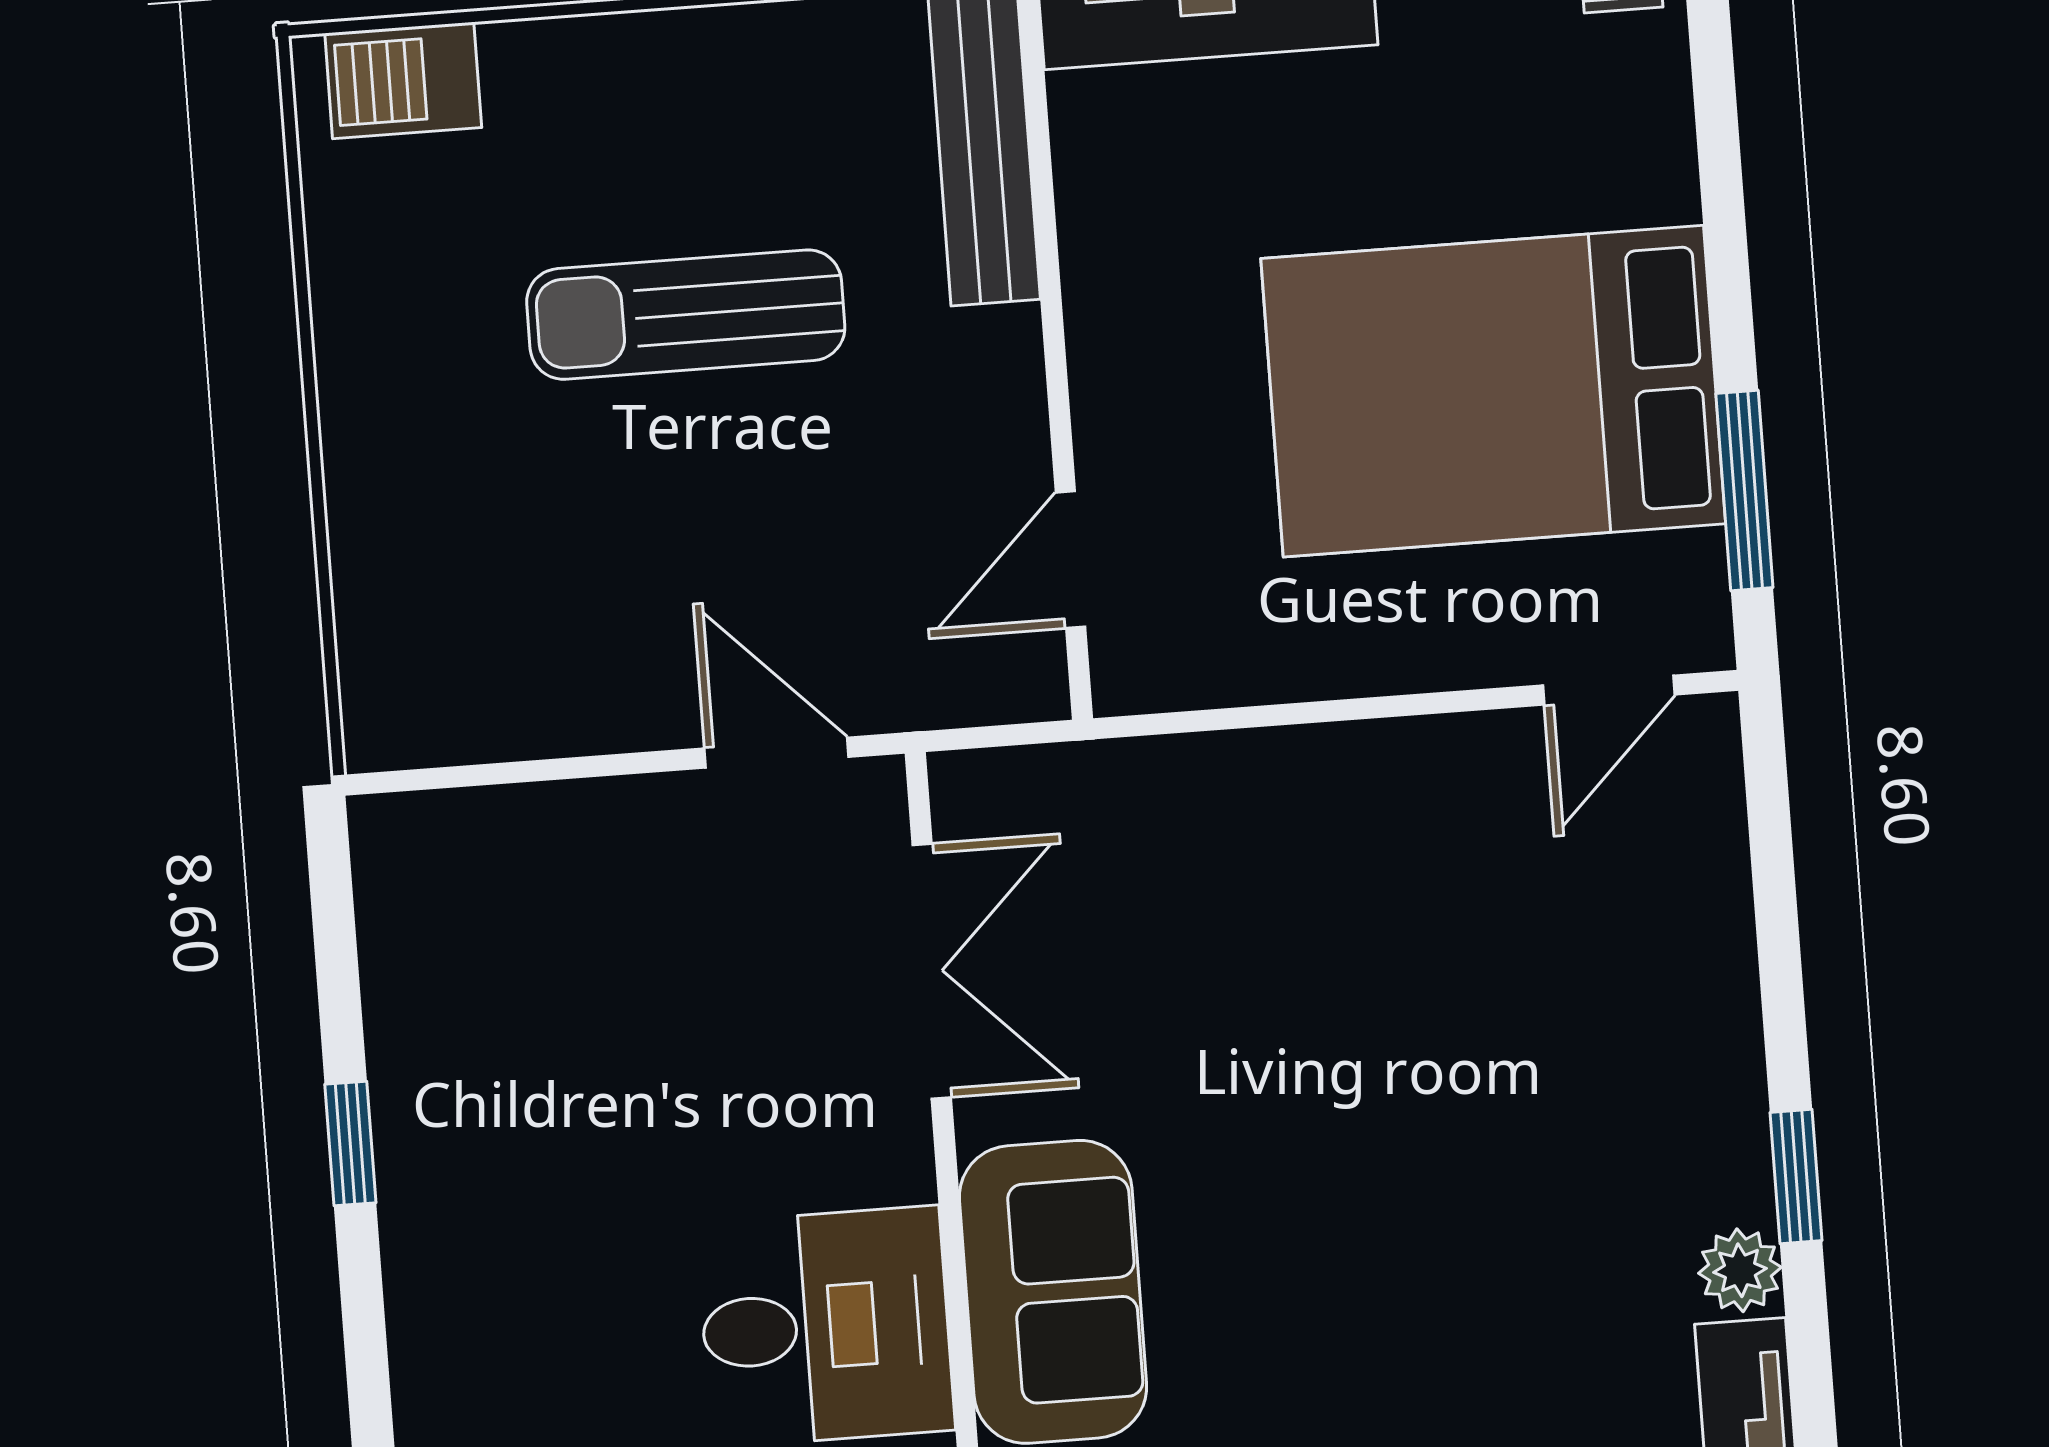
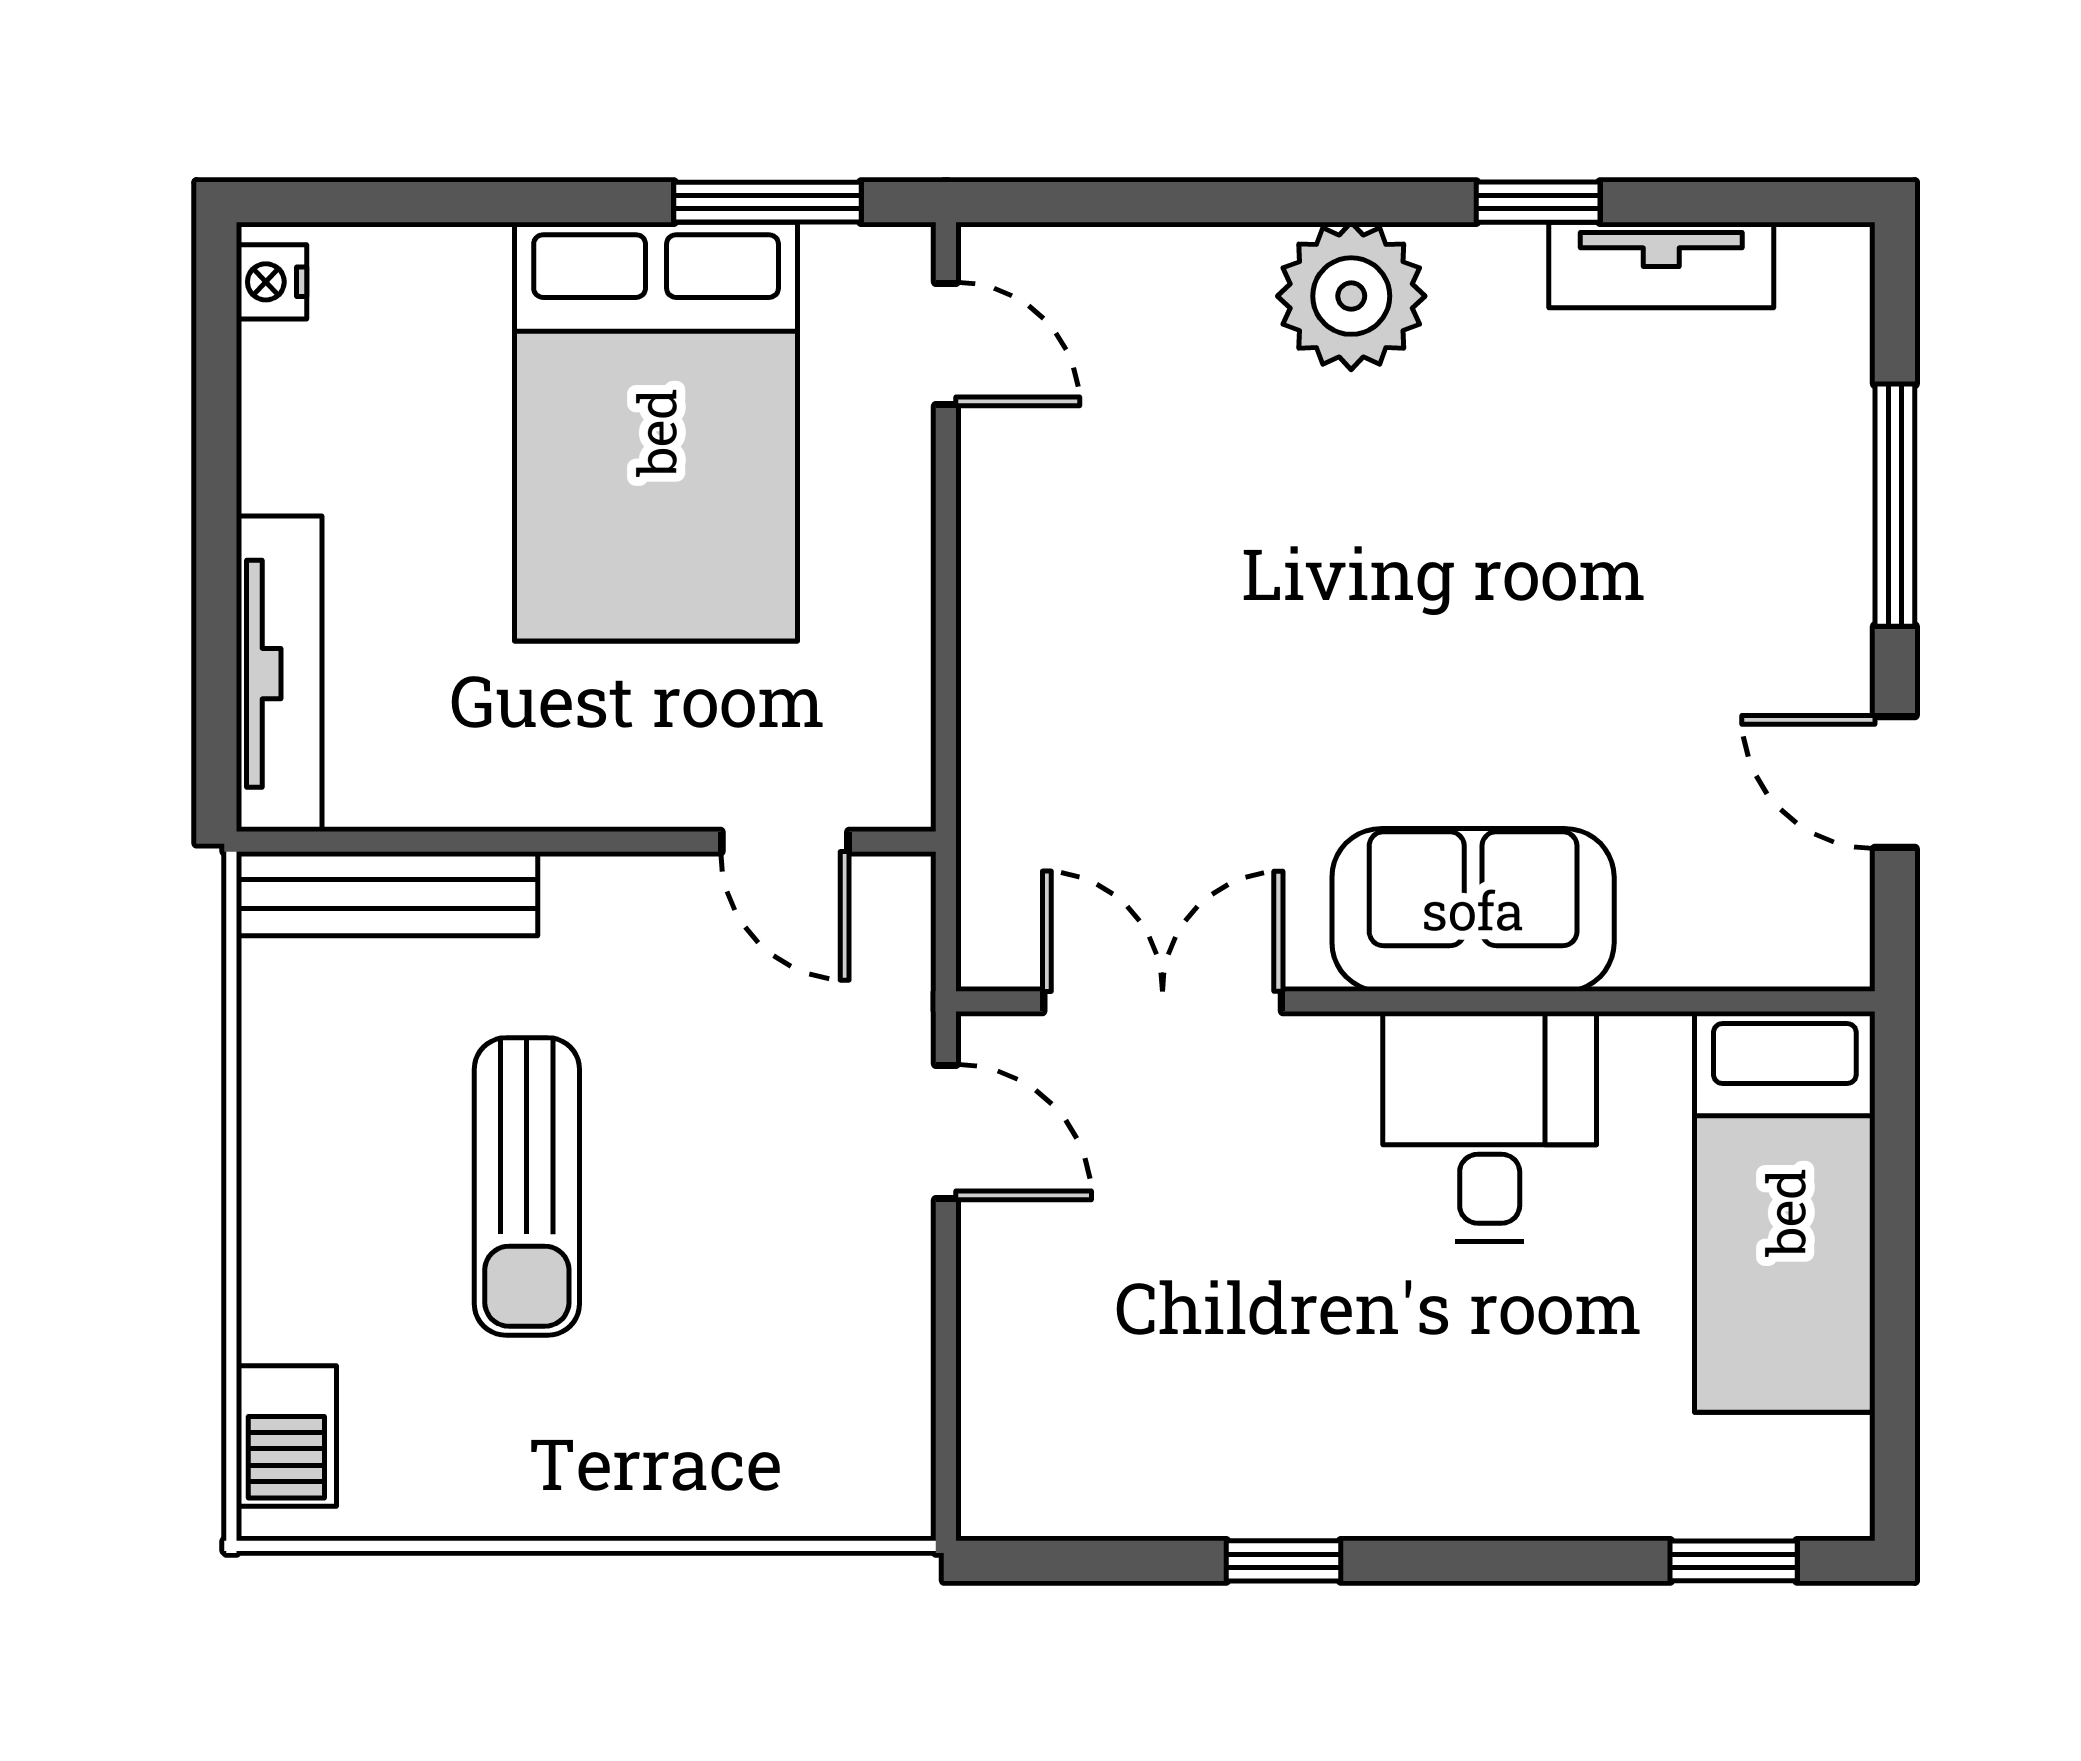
door: (776, 753) -> (946, 1132), swing flipped
window: (1796, 1176) -> (1538, 202), moved
plant: (1740, 1270) -> (1351, 296), moved, width x1.88, depth x1.88

